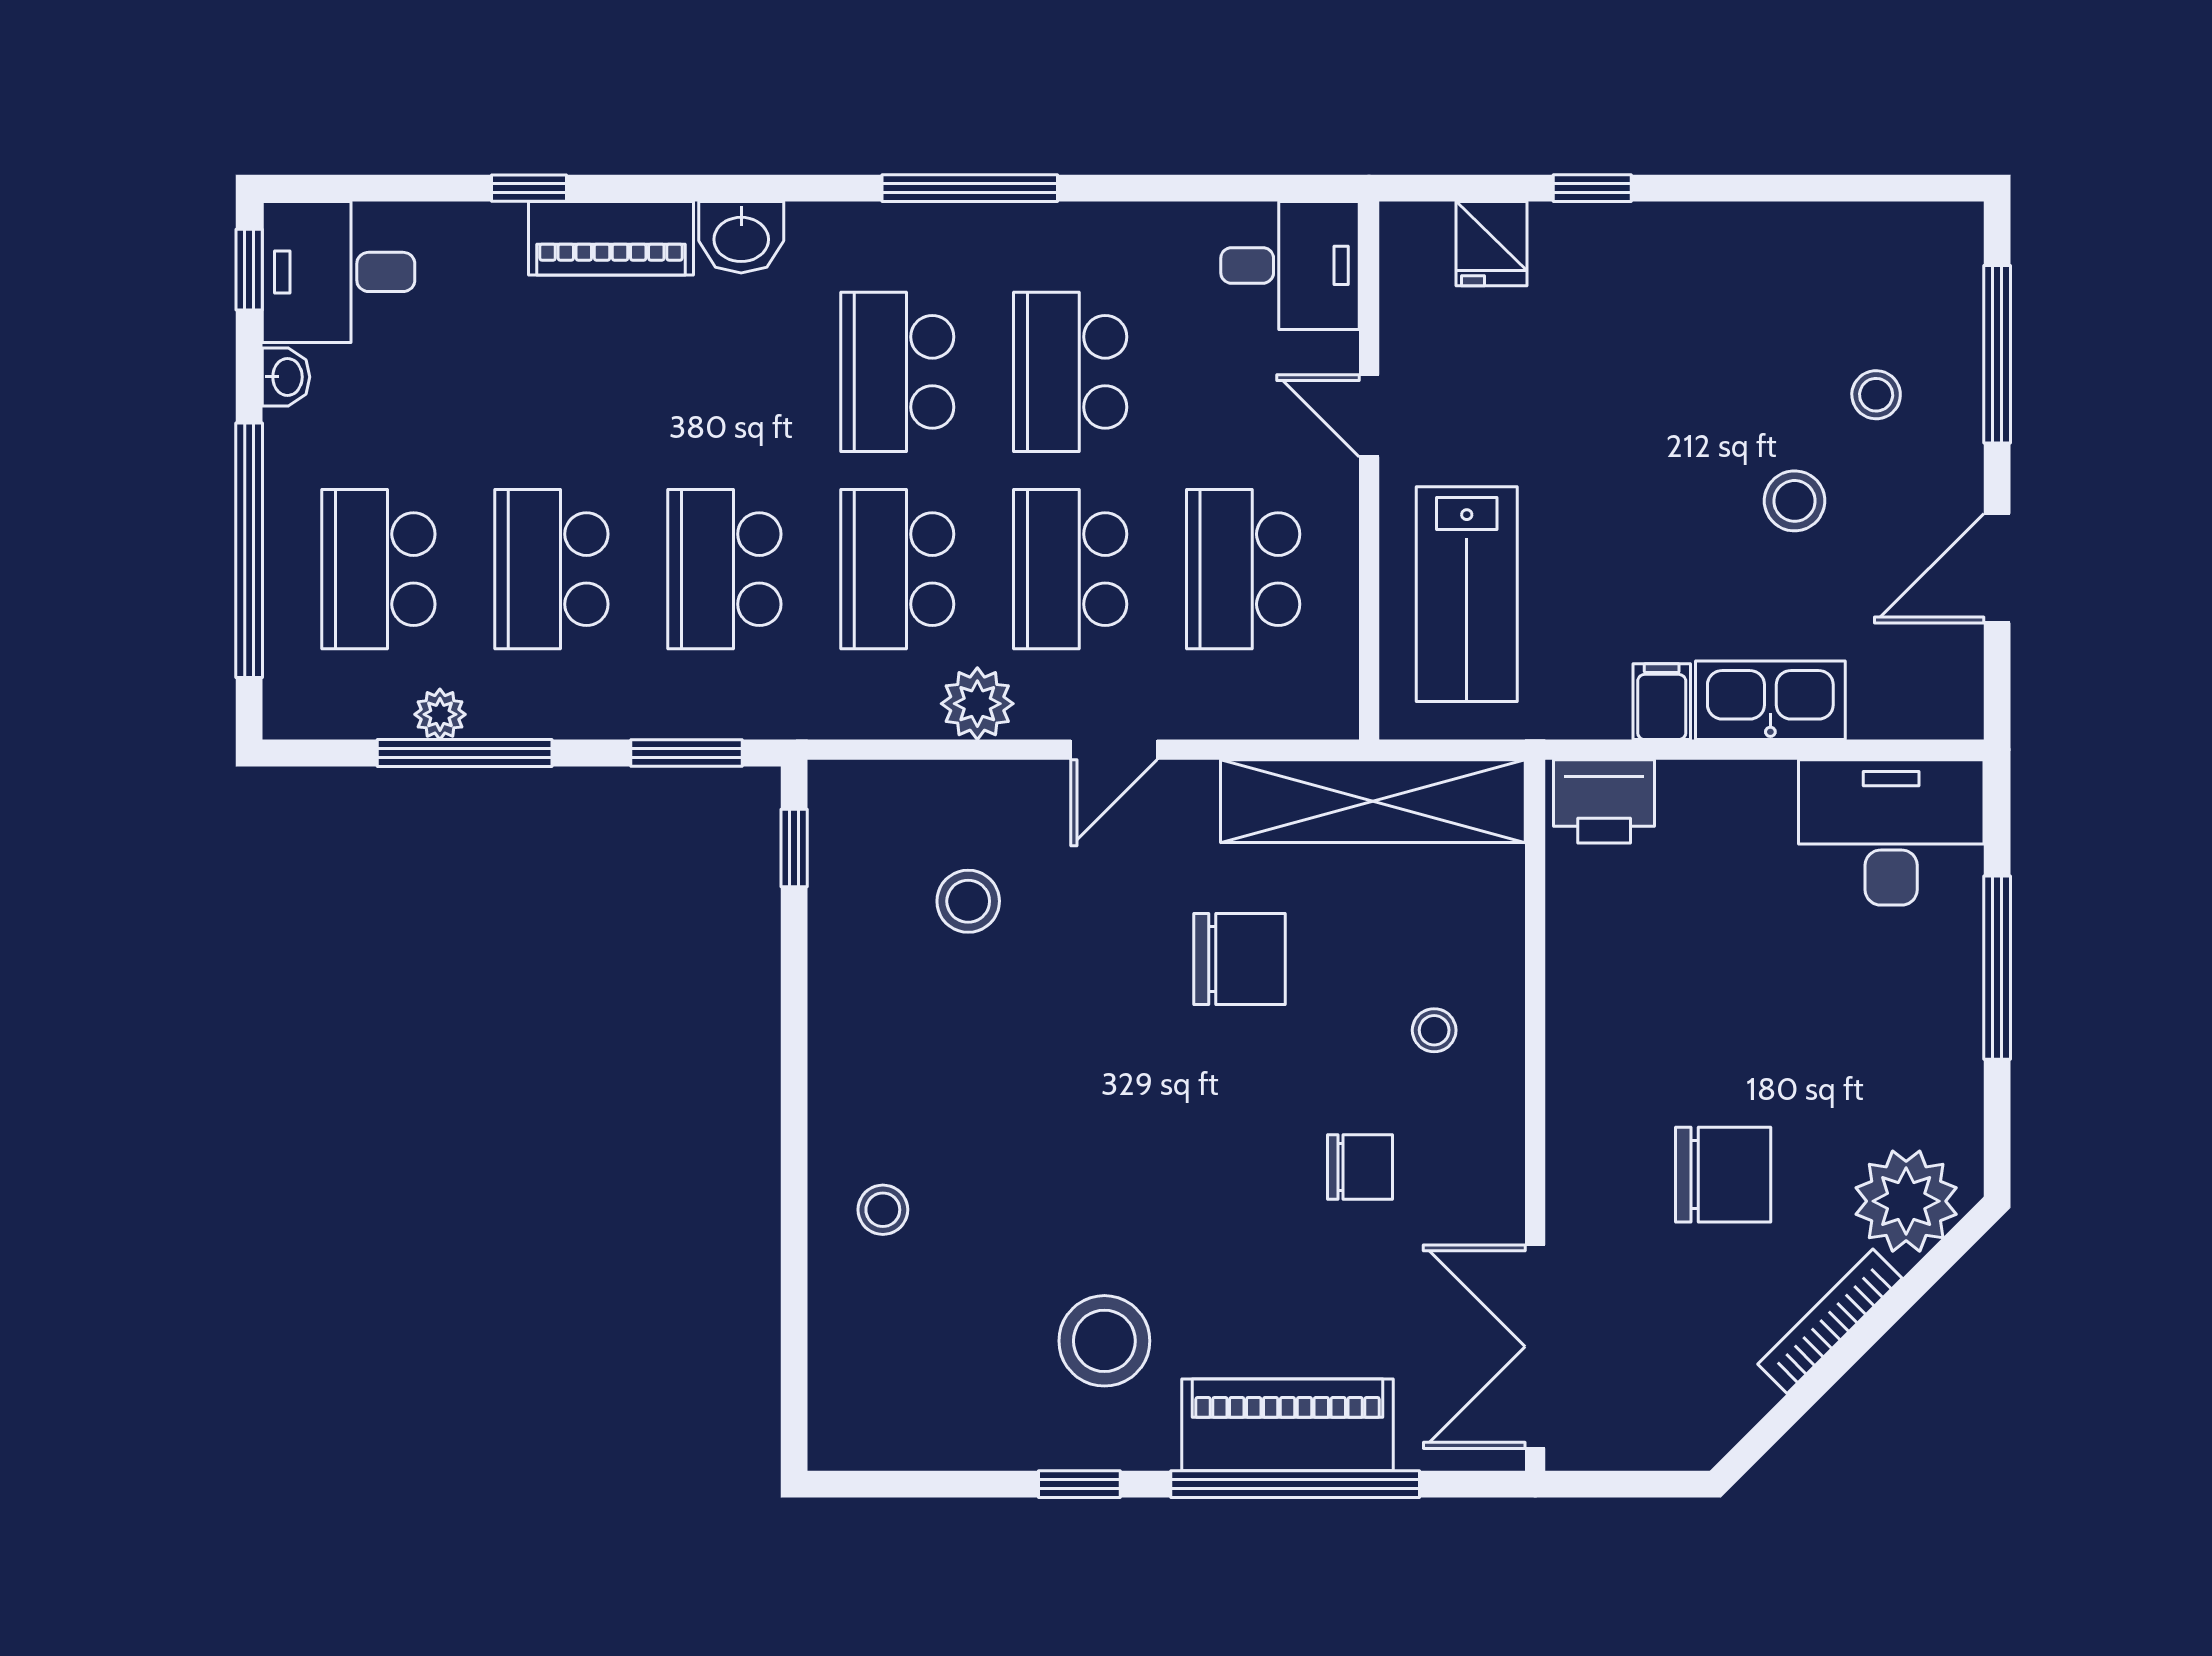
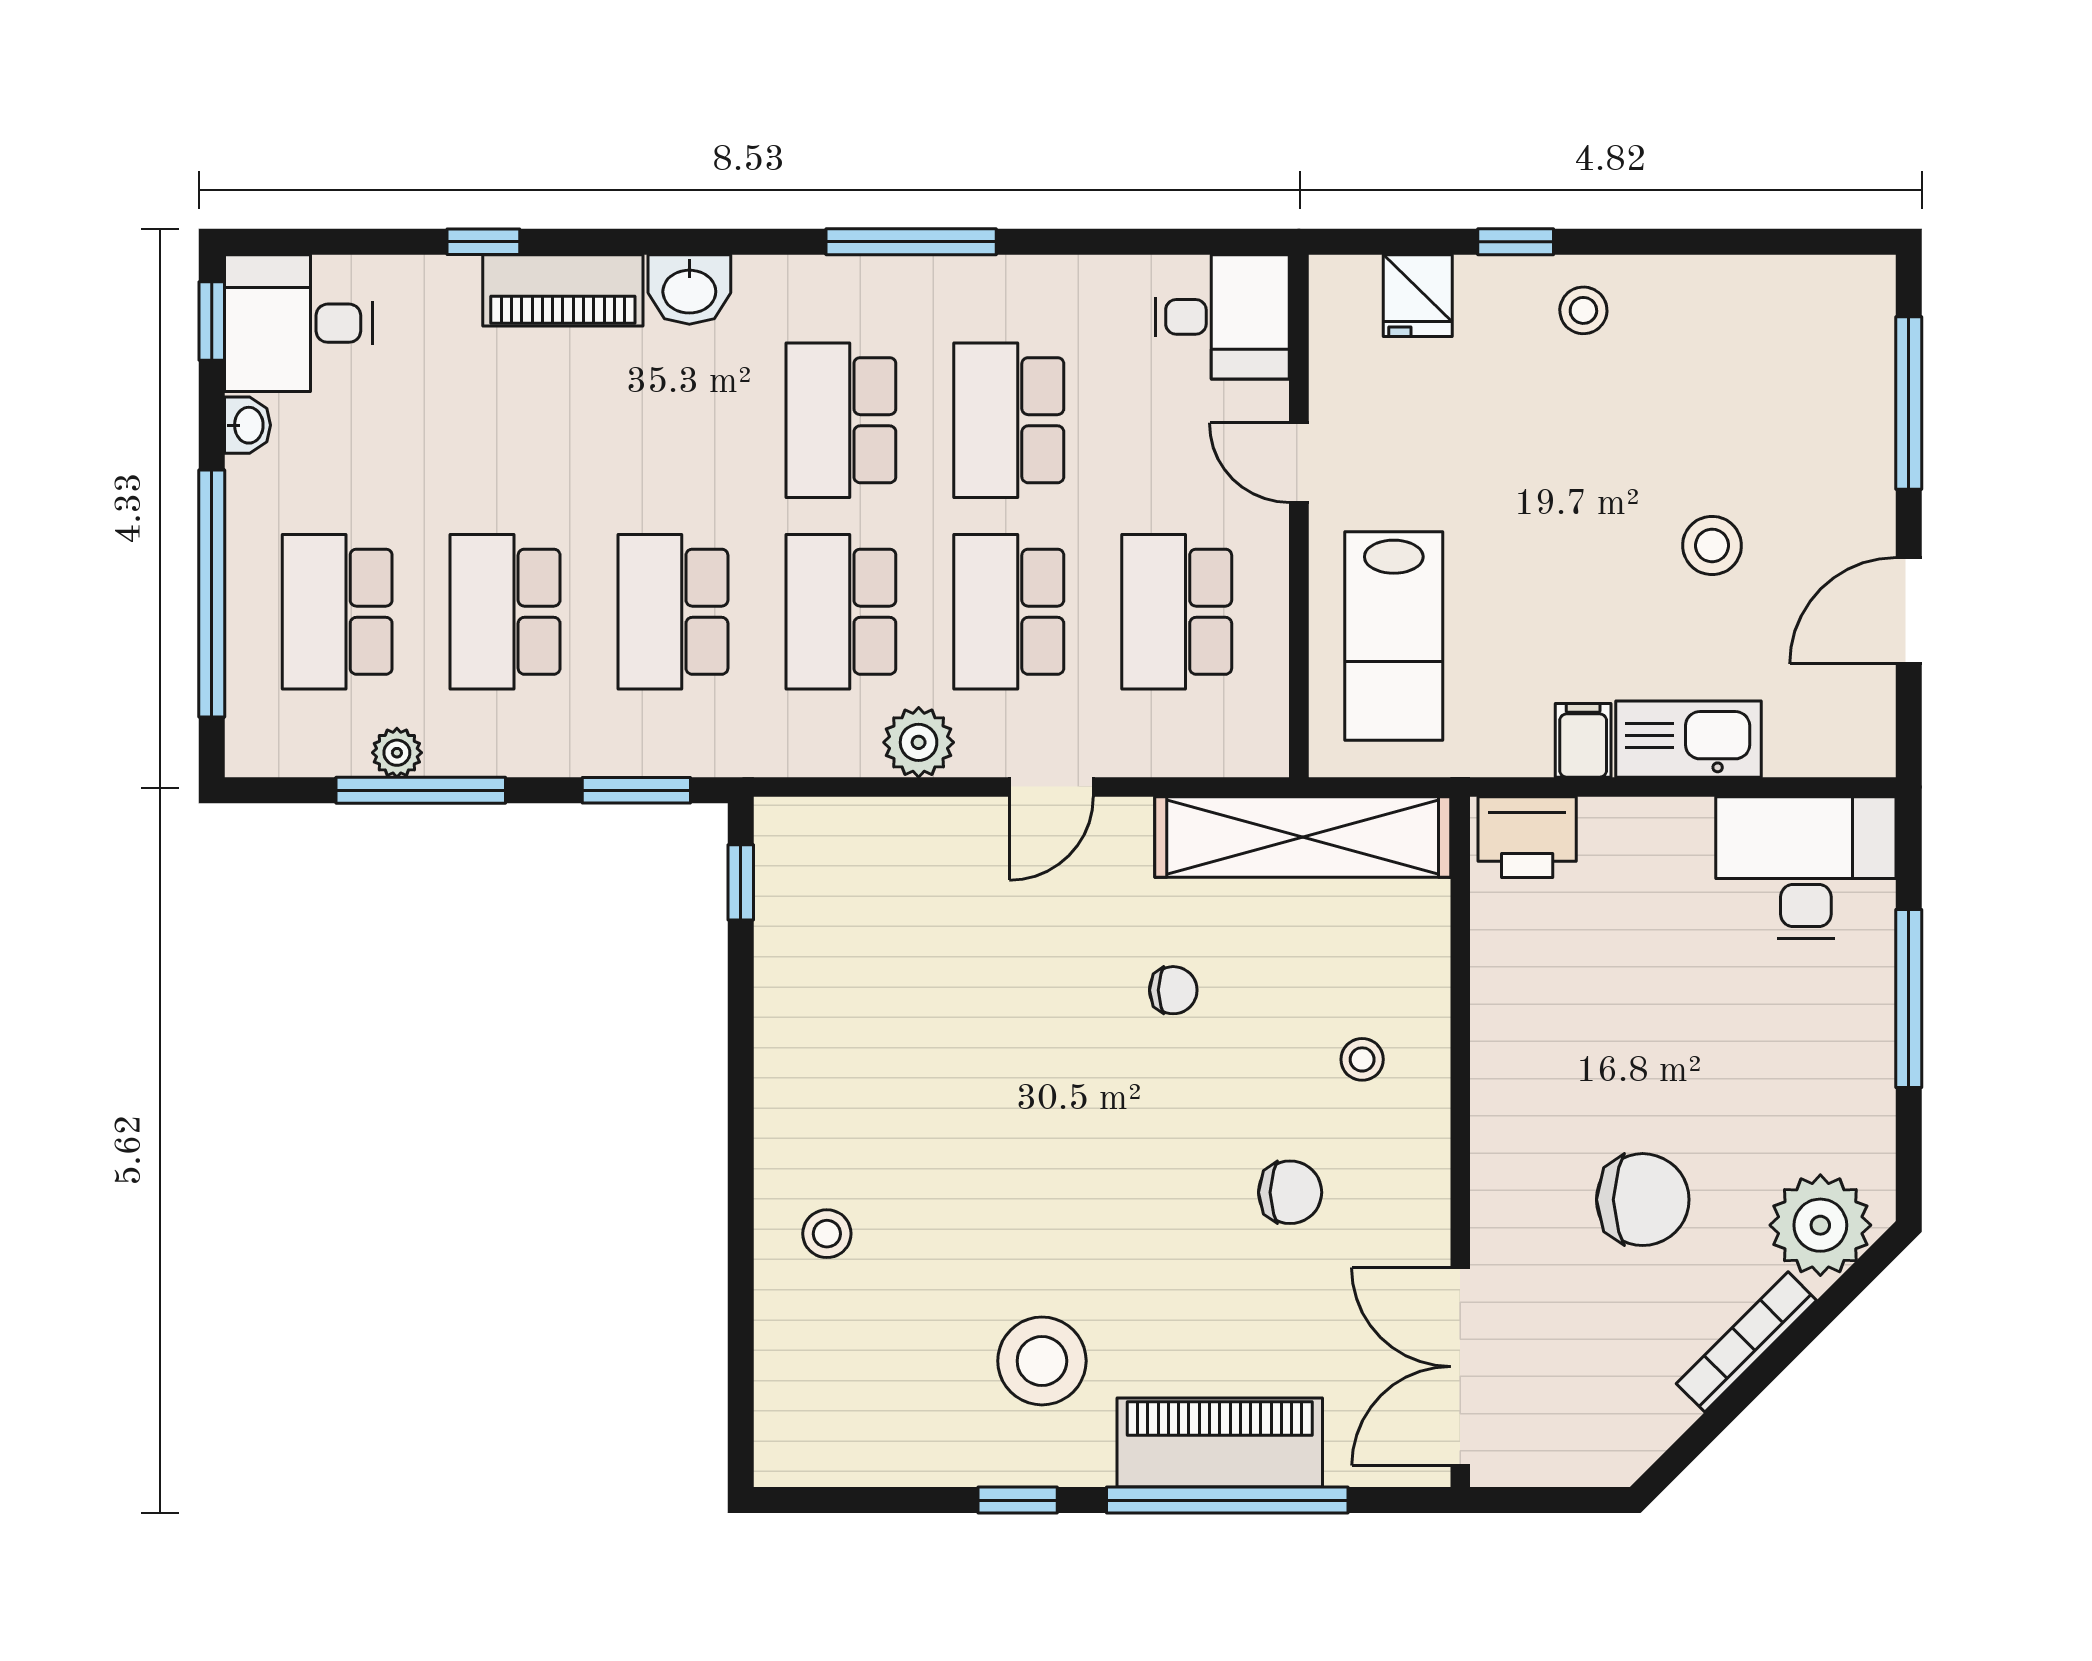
stool: (1876, 395) -> (1583, 310), moved
stool: (968, 901) -> (910, 934), removed
chair: (1240, 959) -> (1173, 990), width x0.54, depth x0.54

